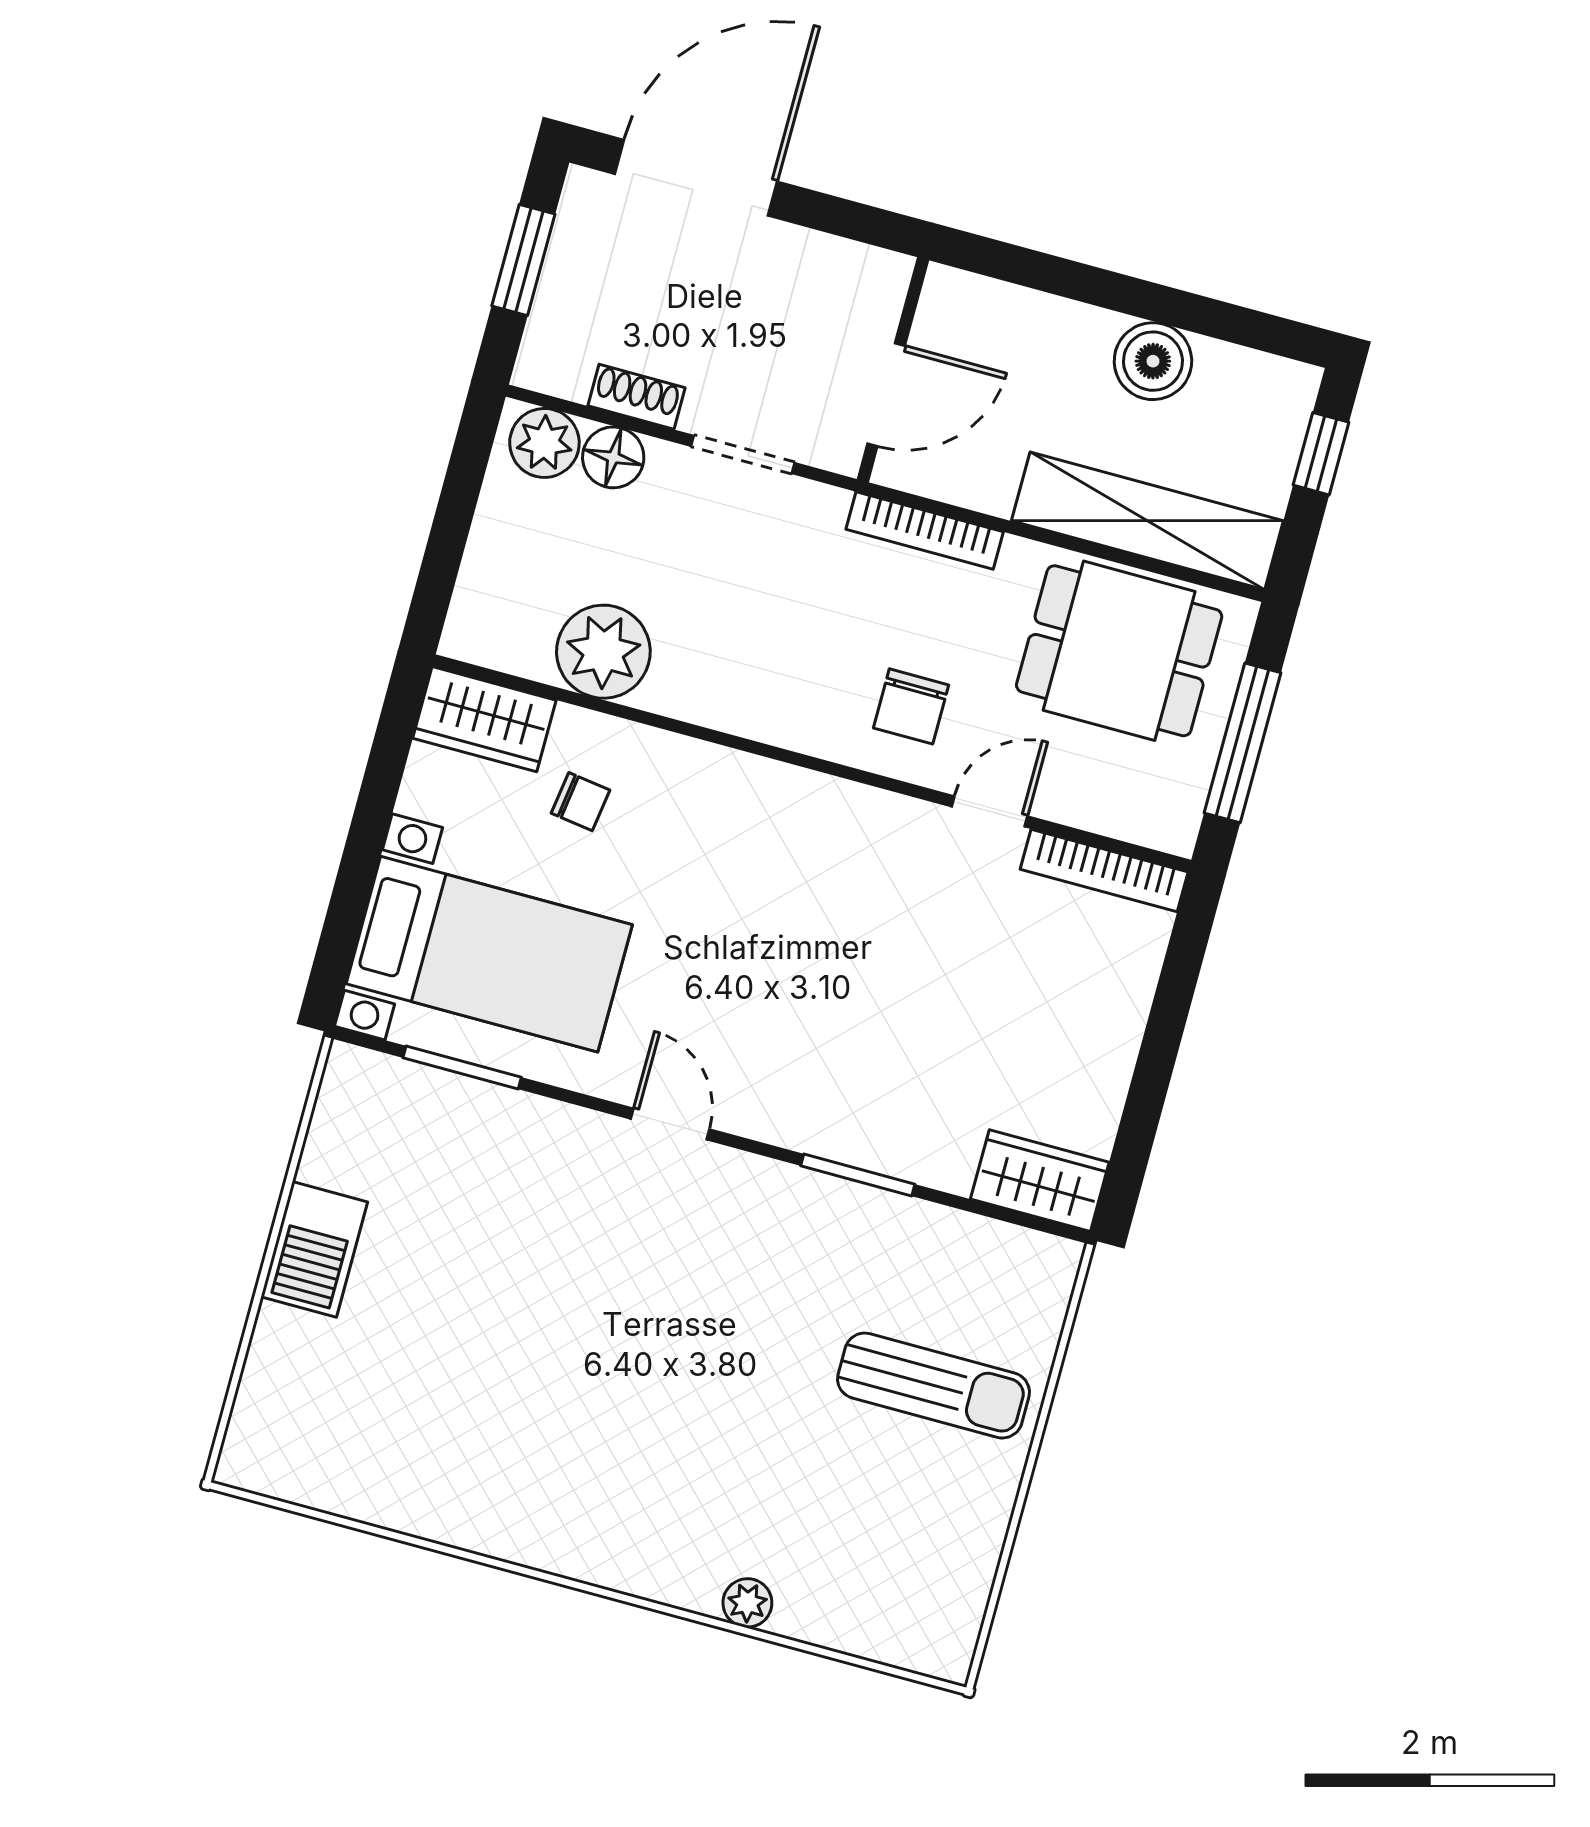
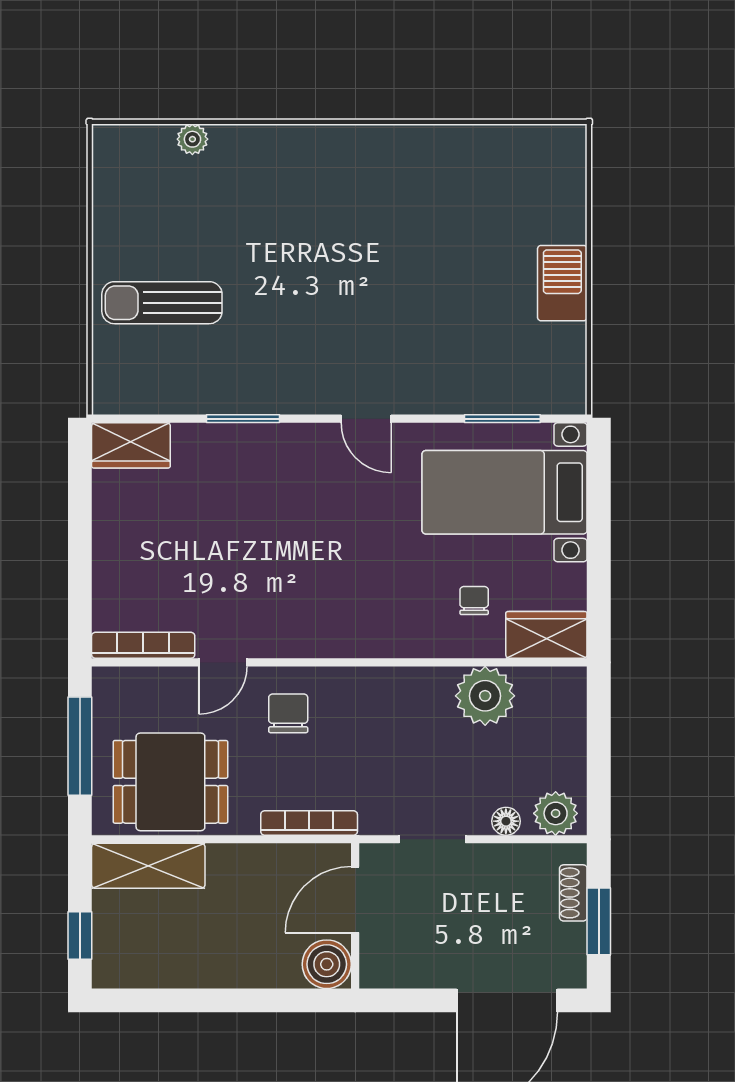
boiler: (1153, 361) -> (327, 964), moved
shoe rack: (636, 397) -> (573, 893), moved, turned 90
floor lamp: (613, 457) -> (506, 821), width x0.73, depth x0.73
shelving: (1147, 521) -> (148, 866), width x0.68
chair: (581, 802) -> (474, 601), turned 82
plant: (747, 1603) -> (192, 139), moved

